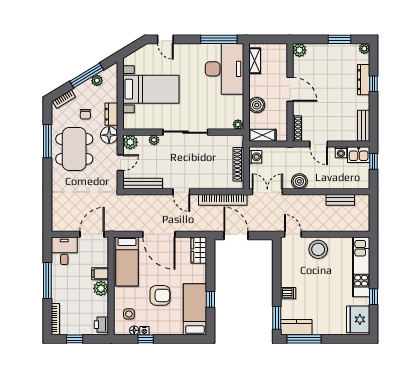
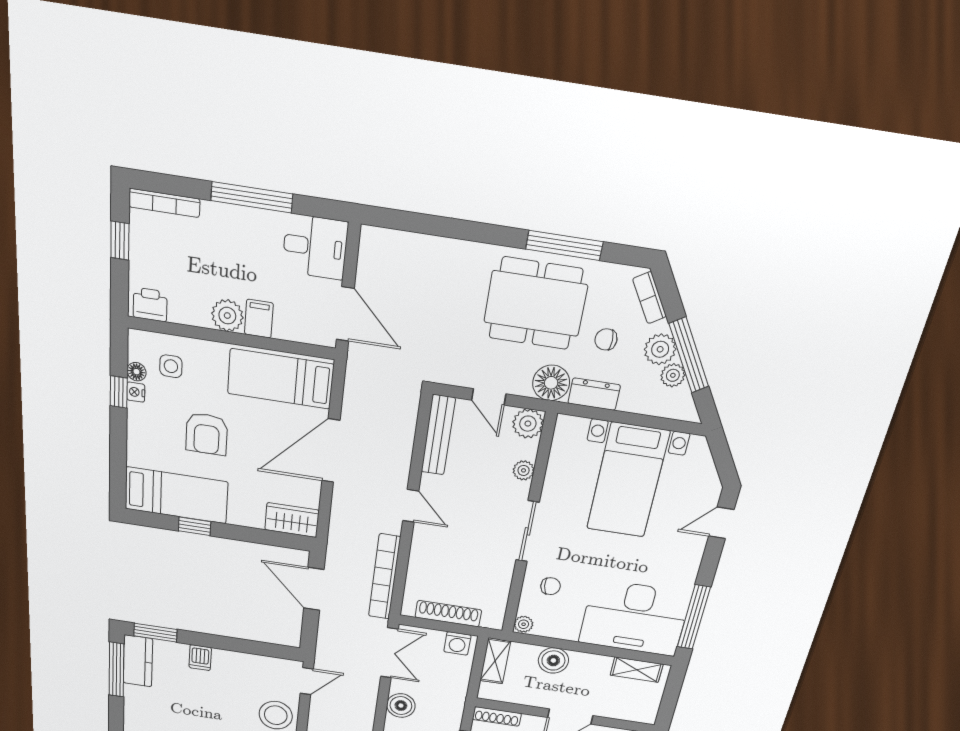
plant: (86, 89) -> (660, 349), added
chair: (214, 115) -> (551, 586), added
sliding door: (185, 132) -> (527, 531), width x0.73
door: (181, 192) -> (411, 506), swing flipped
door: (236, 236) -> (314, 589), swing flipped

